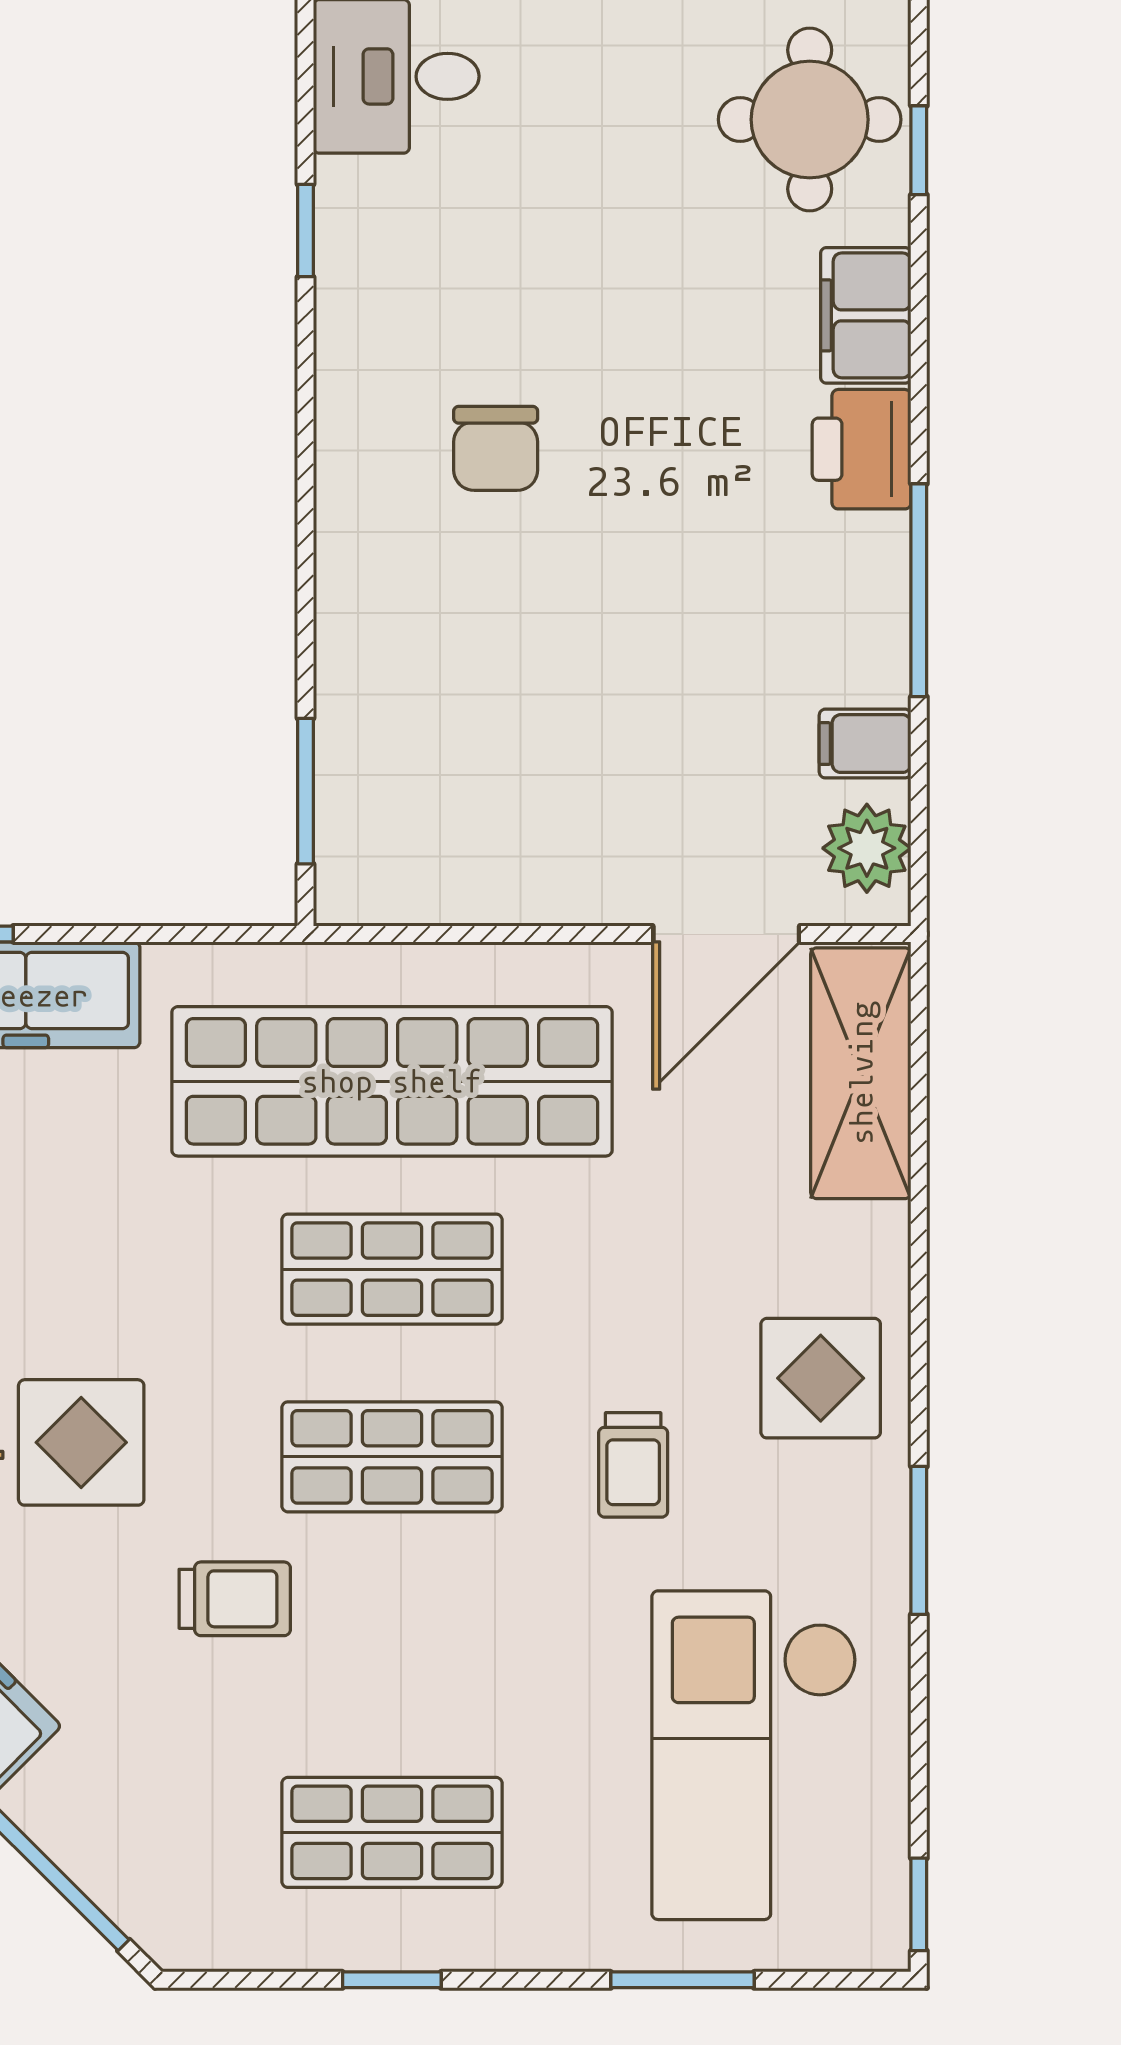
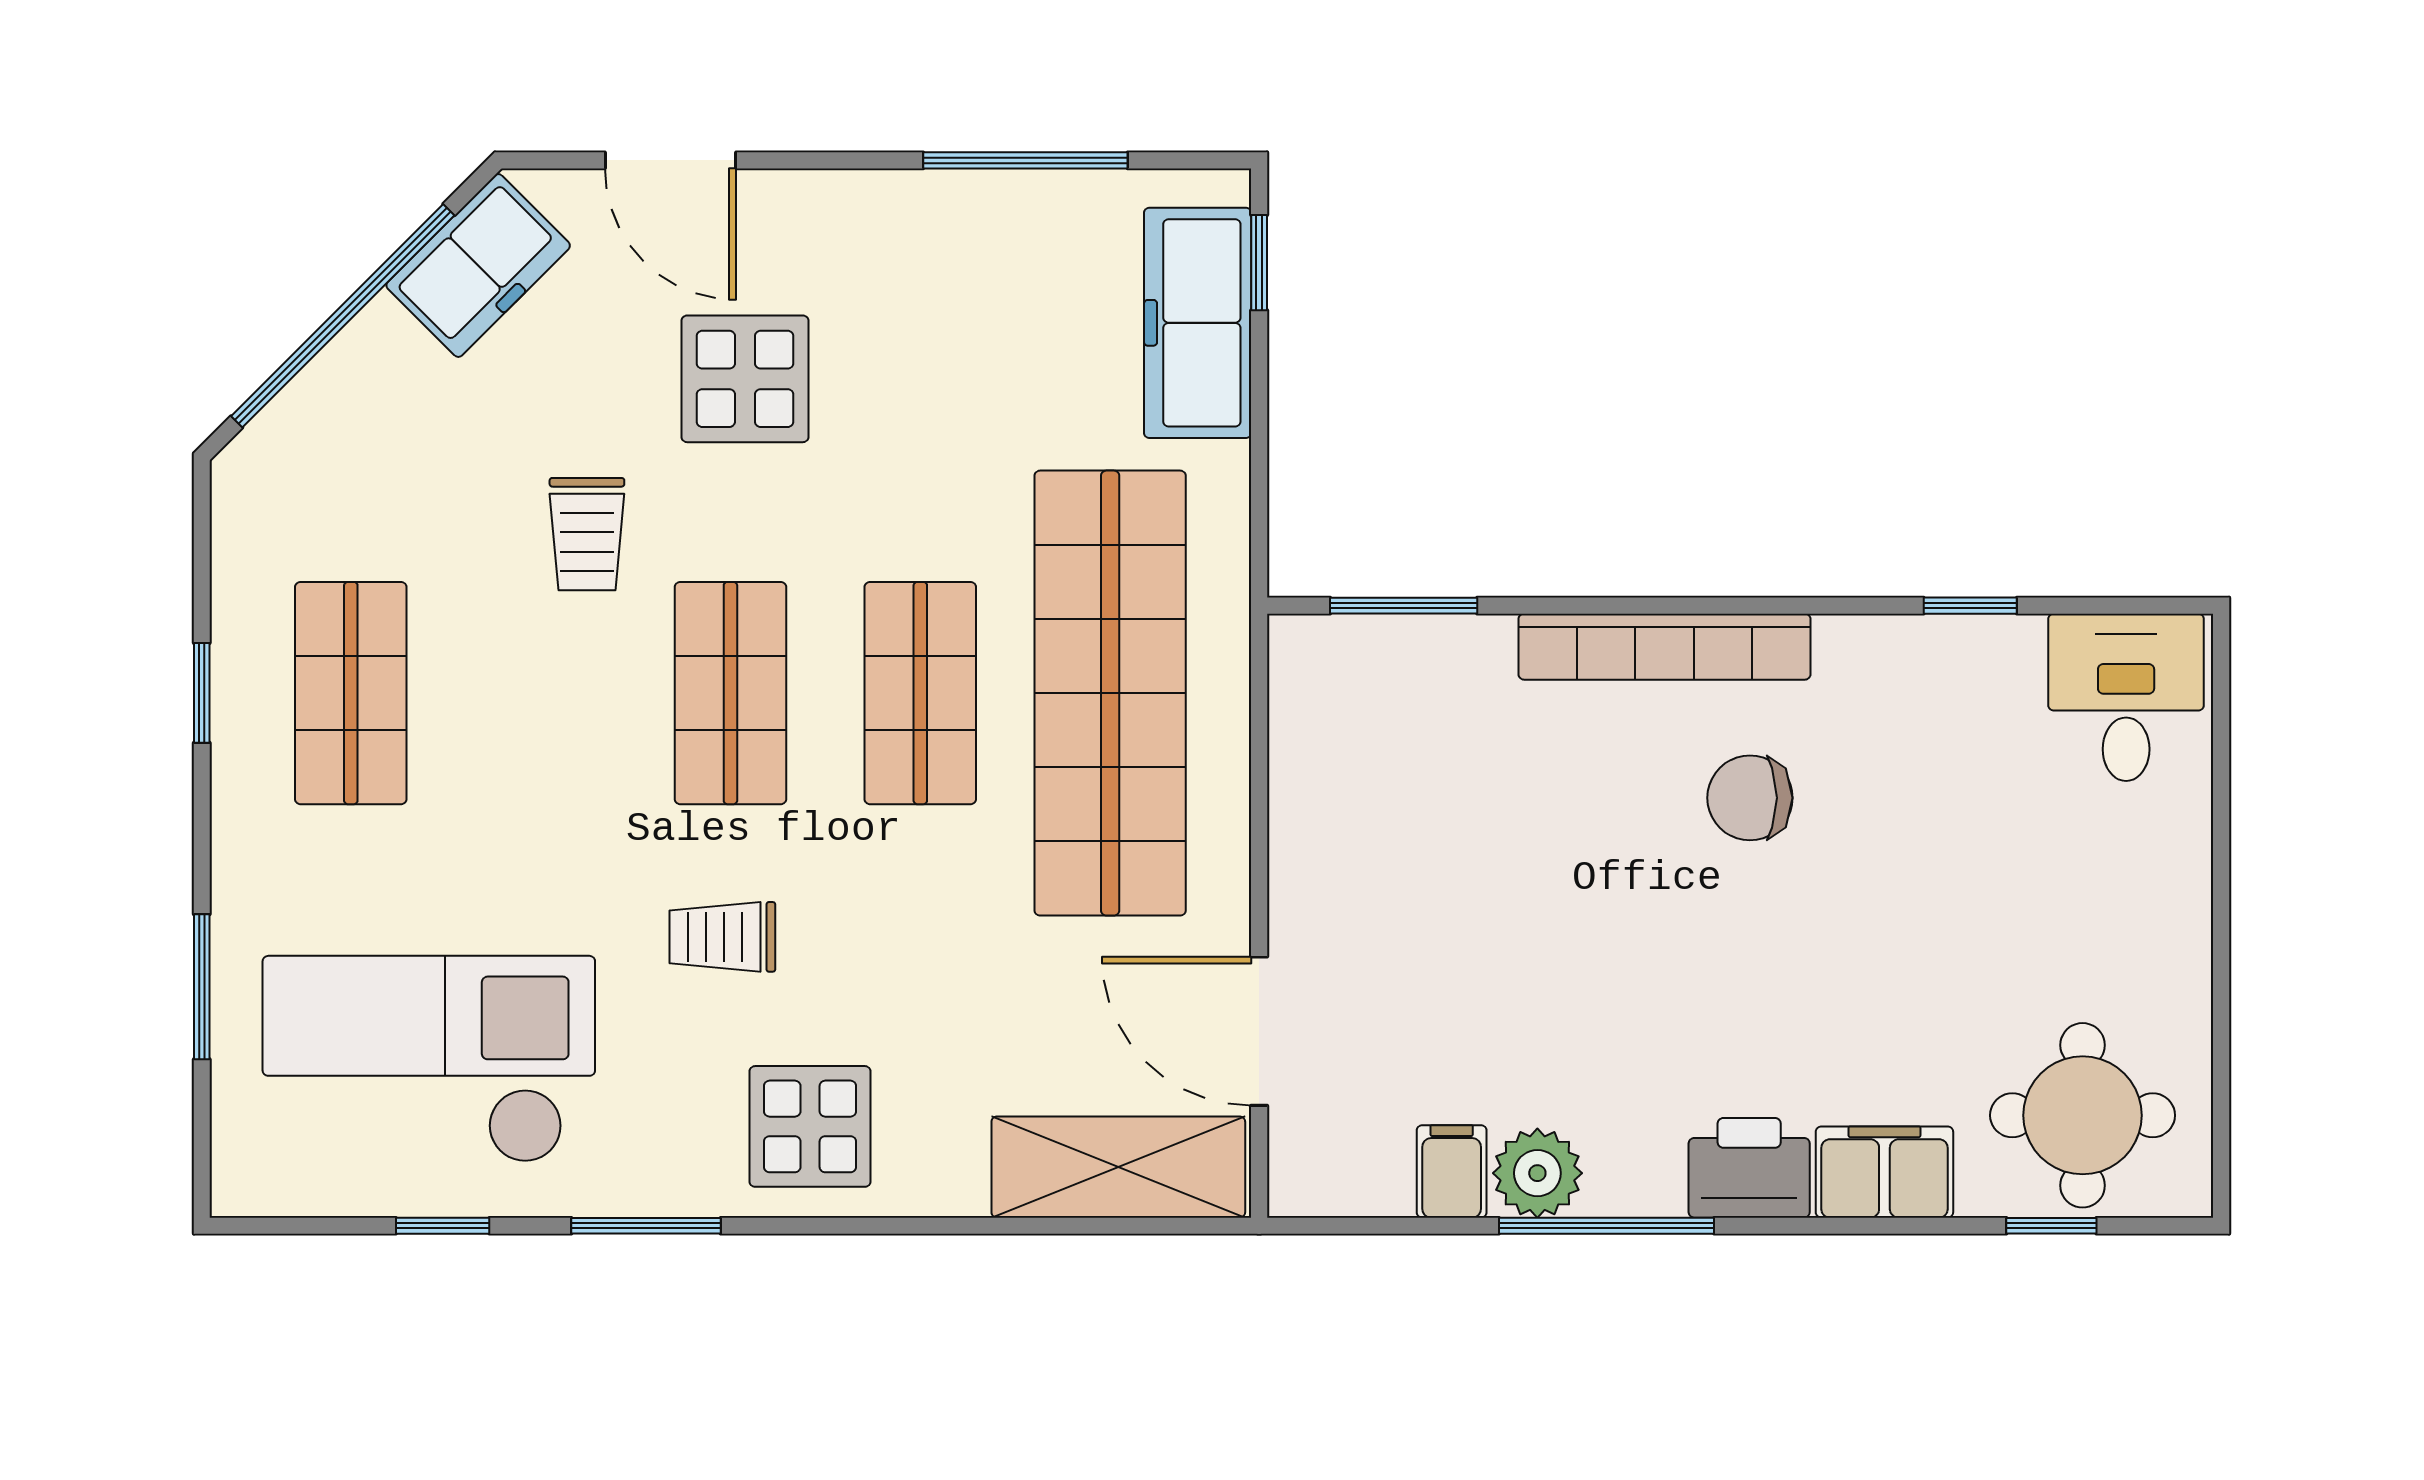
bookcase: (346, 533) -> (1664, 647), added
plant: (867, 848) -> (1537, 1173), moved
window: (919, 1904) -> (443, 1226), moved

